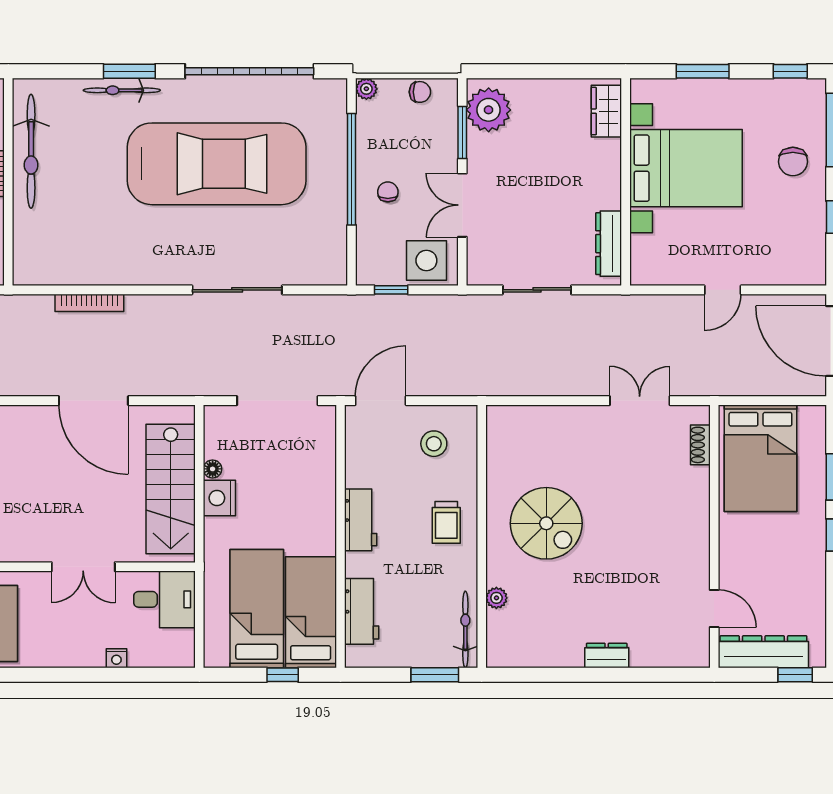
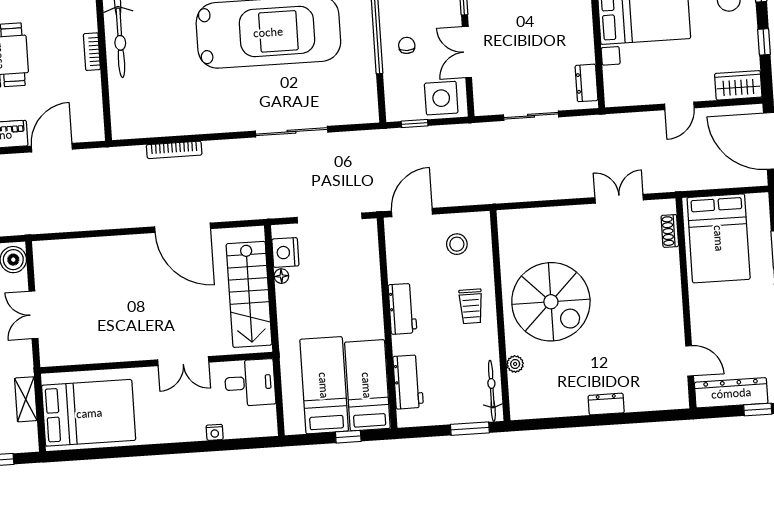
dresser: (609, 244) -> (586, 83), width x0.70
wardrobe: (798, 269) -> (738, 85), added
nightstand: (219, 498) -> (285, 252), moved
spiral stairs: (546, 523) -> (551, 302), width x1.37, depth x1.37

